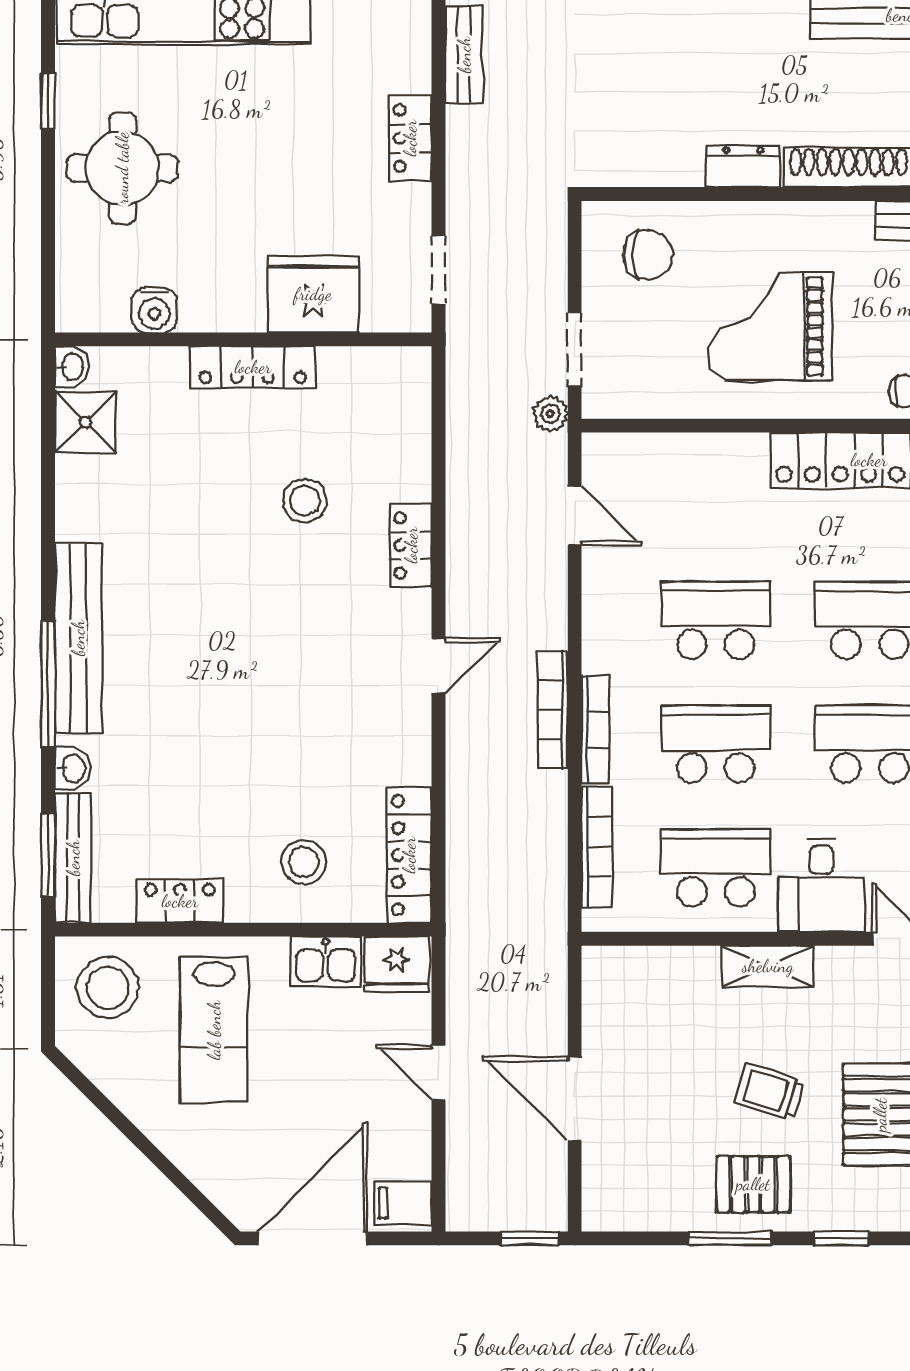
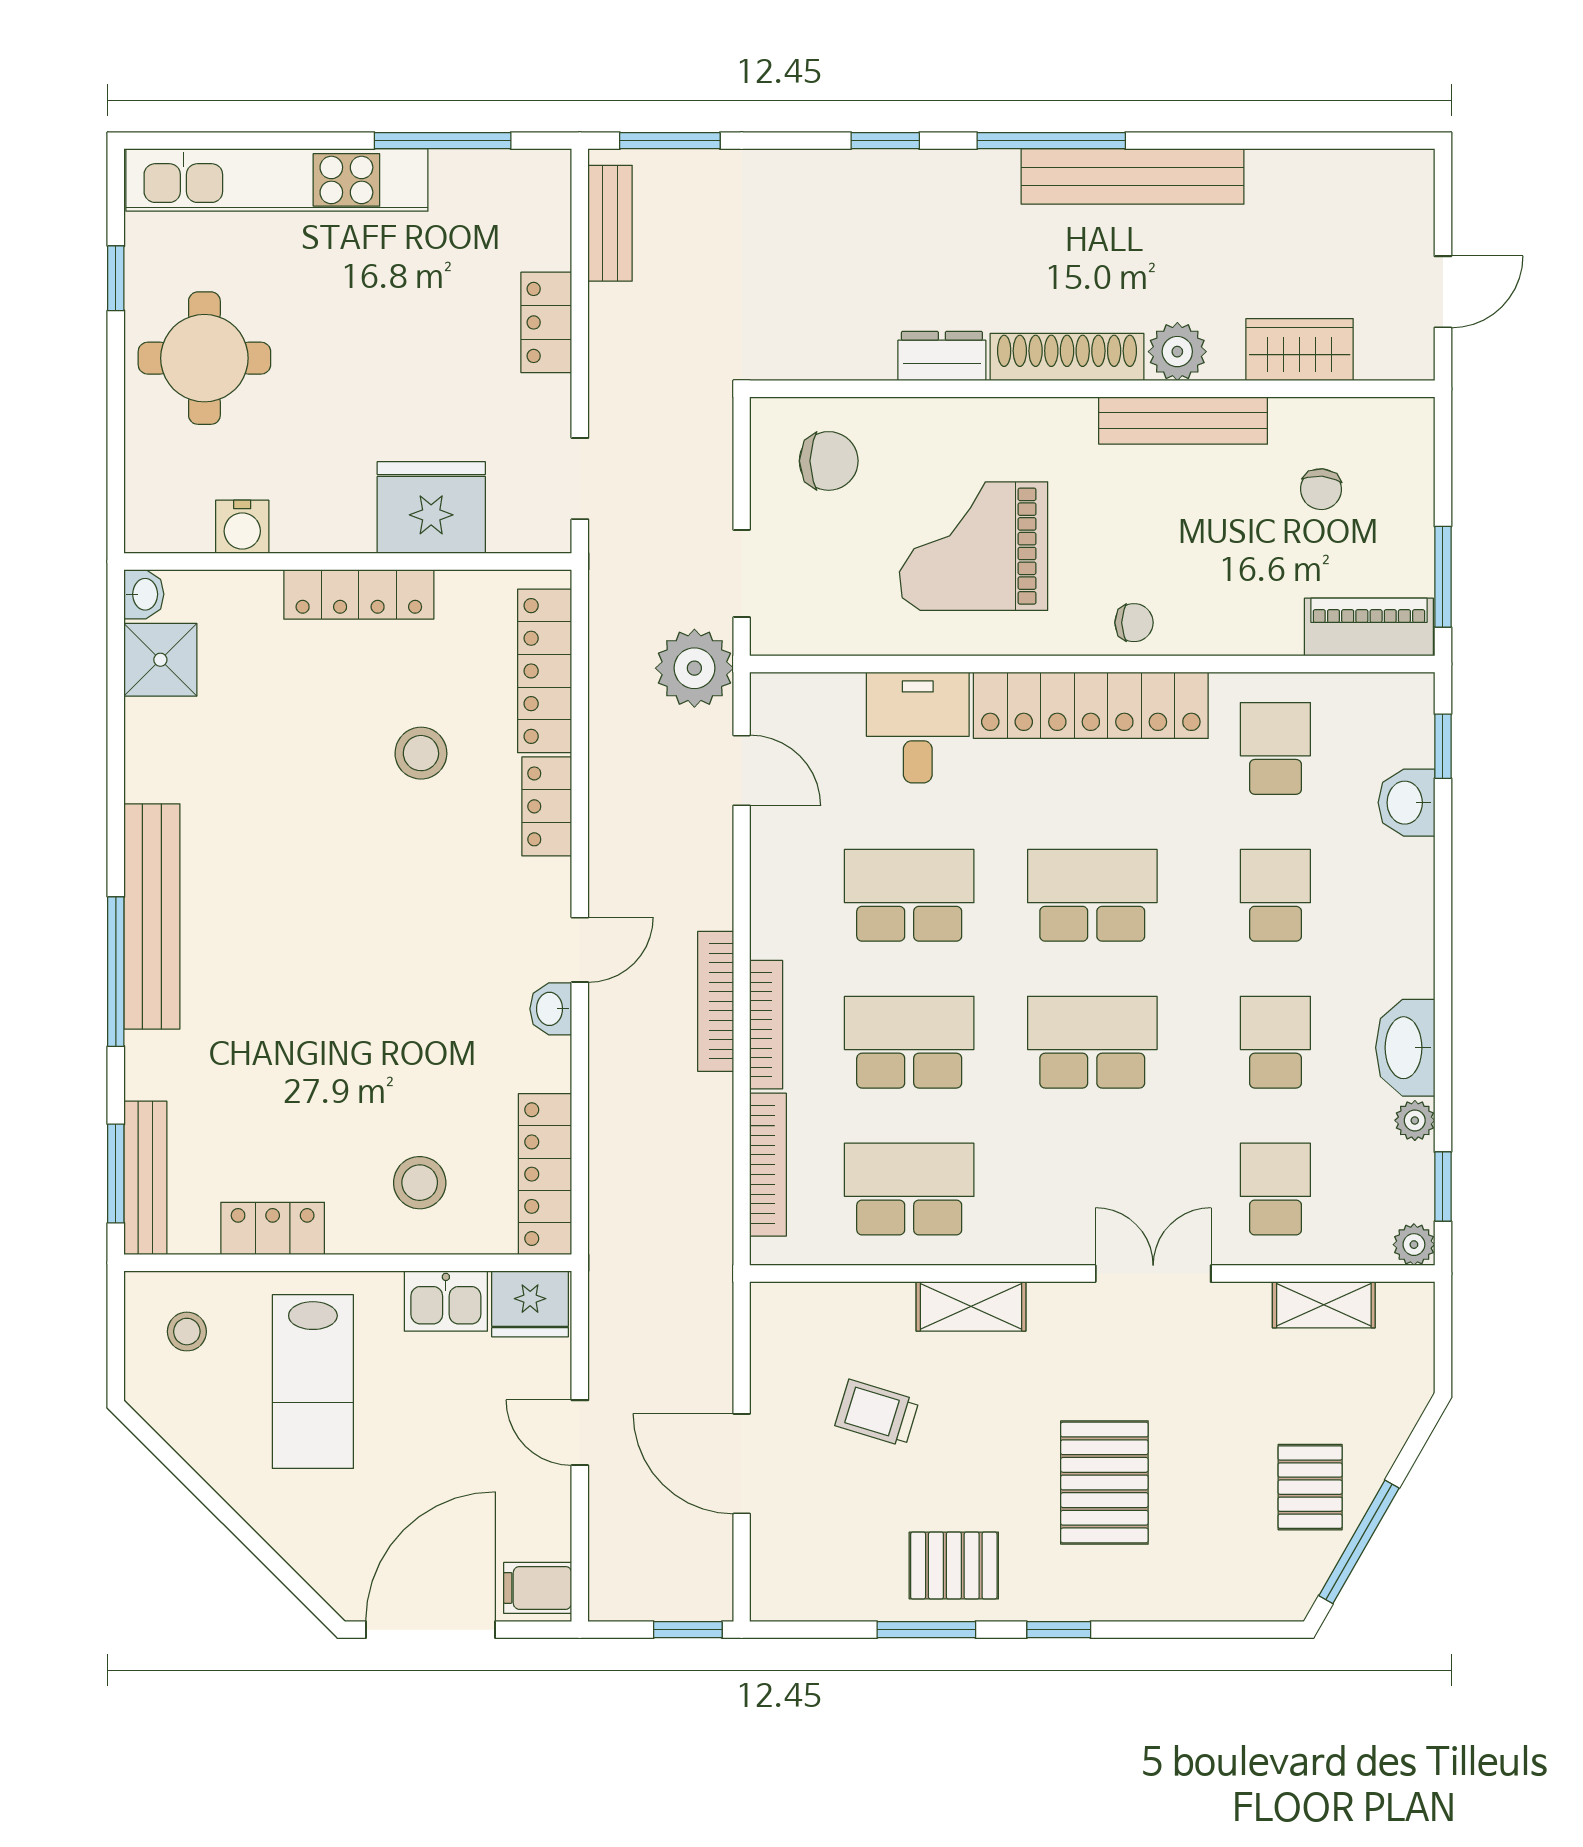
plant: (550, 414) -> (694, 668), width x1.88, depth x1.88
locker: (409, 431) -> (545, 671), added
washbasin: (72, 768) -> (551, 1009), moved, turned 180
desk: (821, 885) -> (918, 727), moved, turned 180
stool: (108, 988) -> (187, 1332), width x0.53, depth x0.53
trolley: (770, 1092) -> (877, 1413), moved

